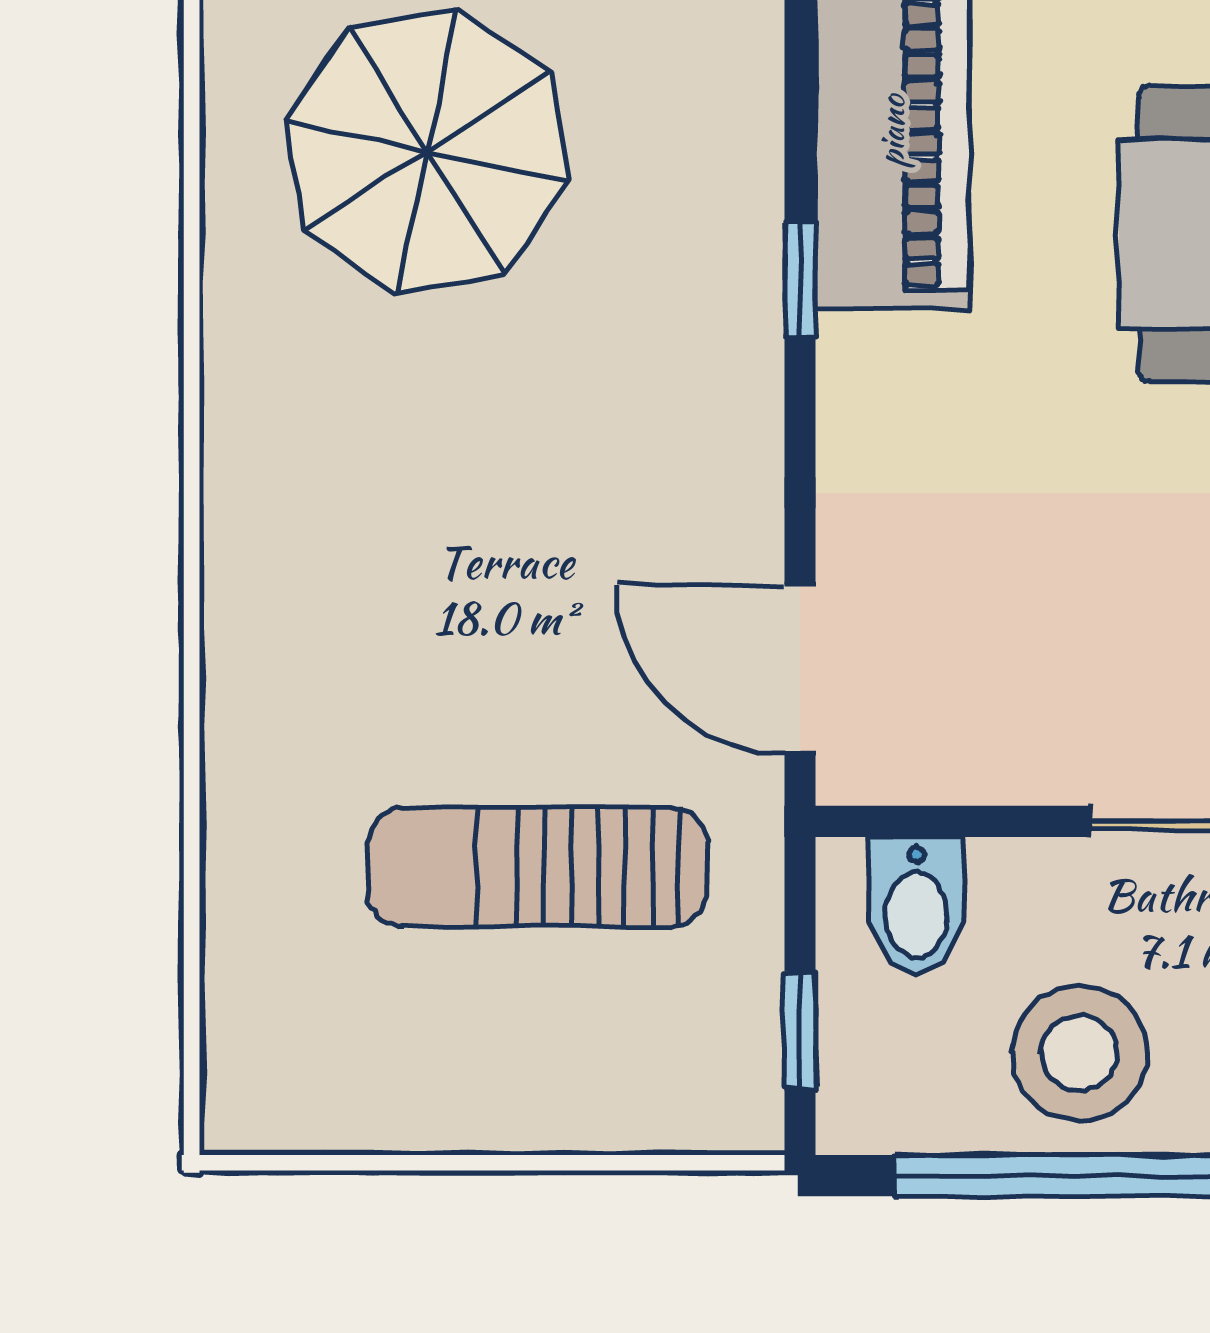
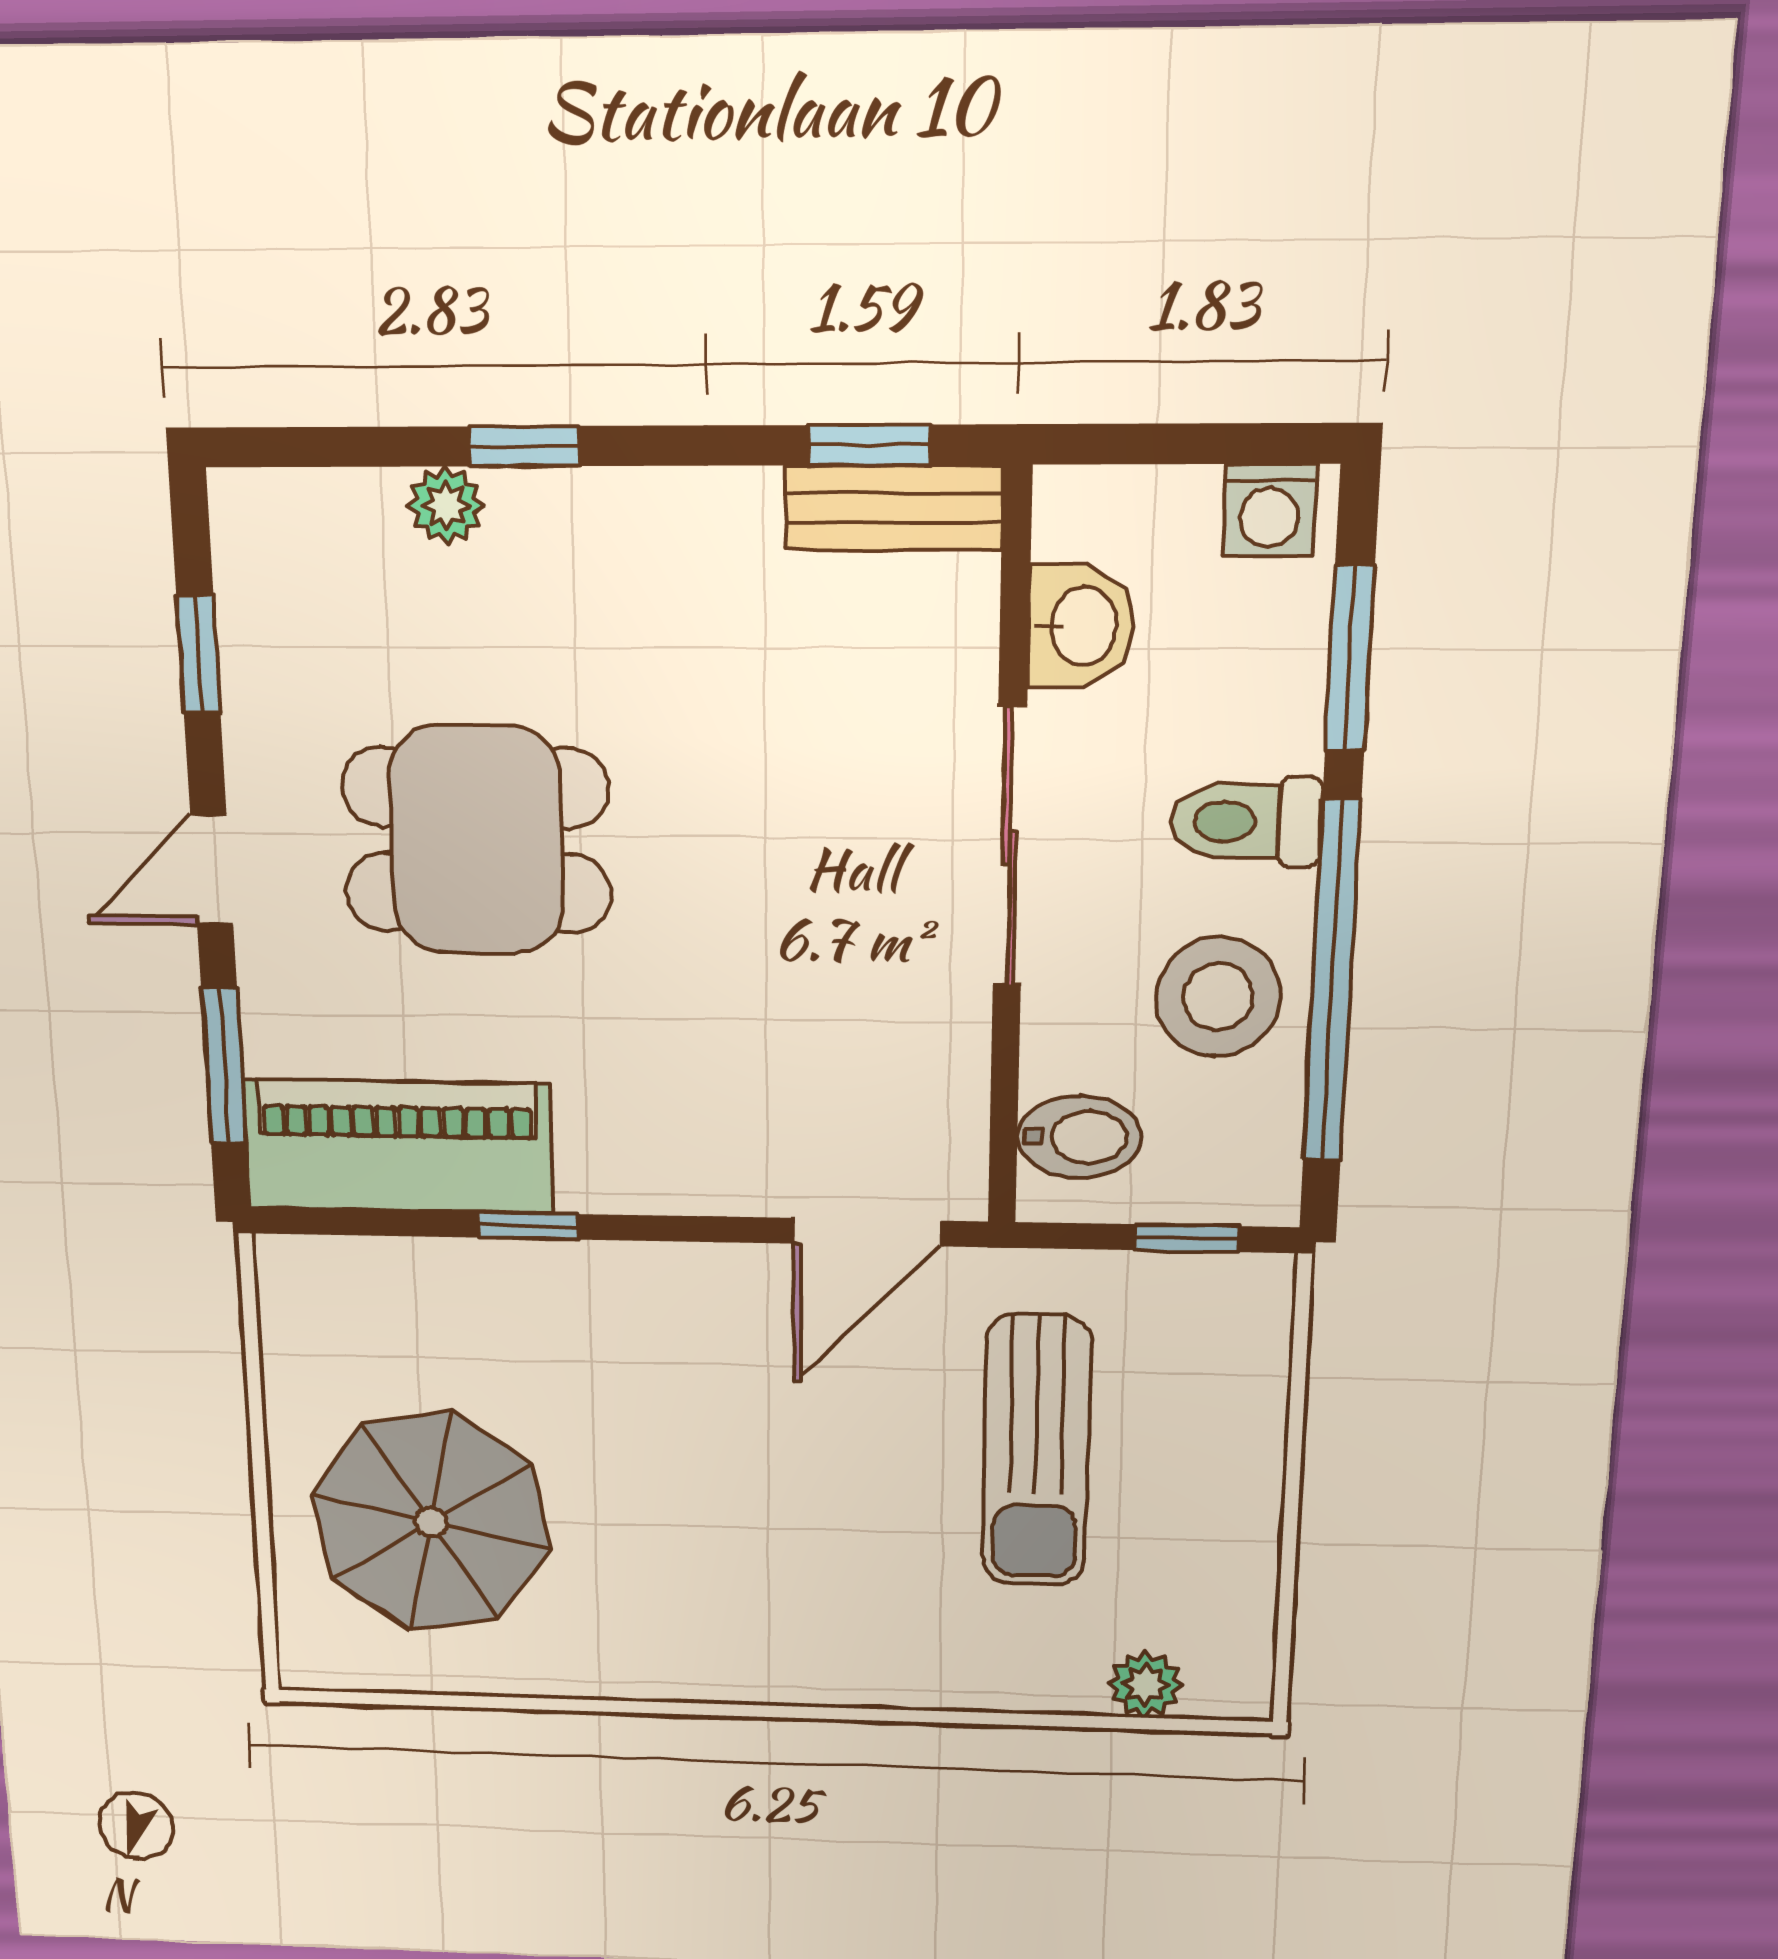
plant: (243, 1003) -> (1145, 1684), added

